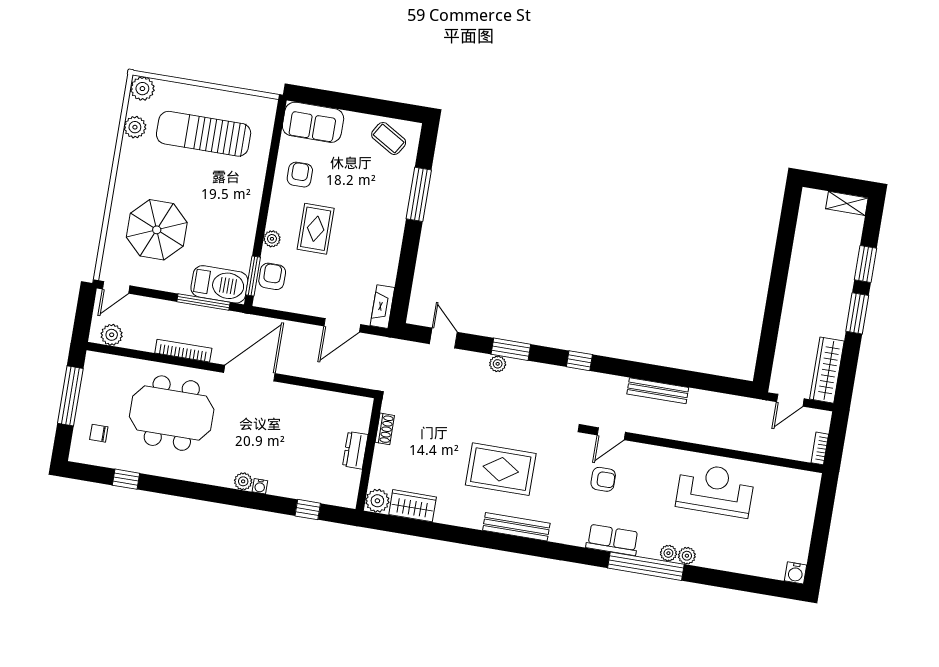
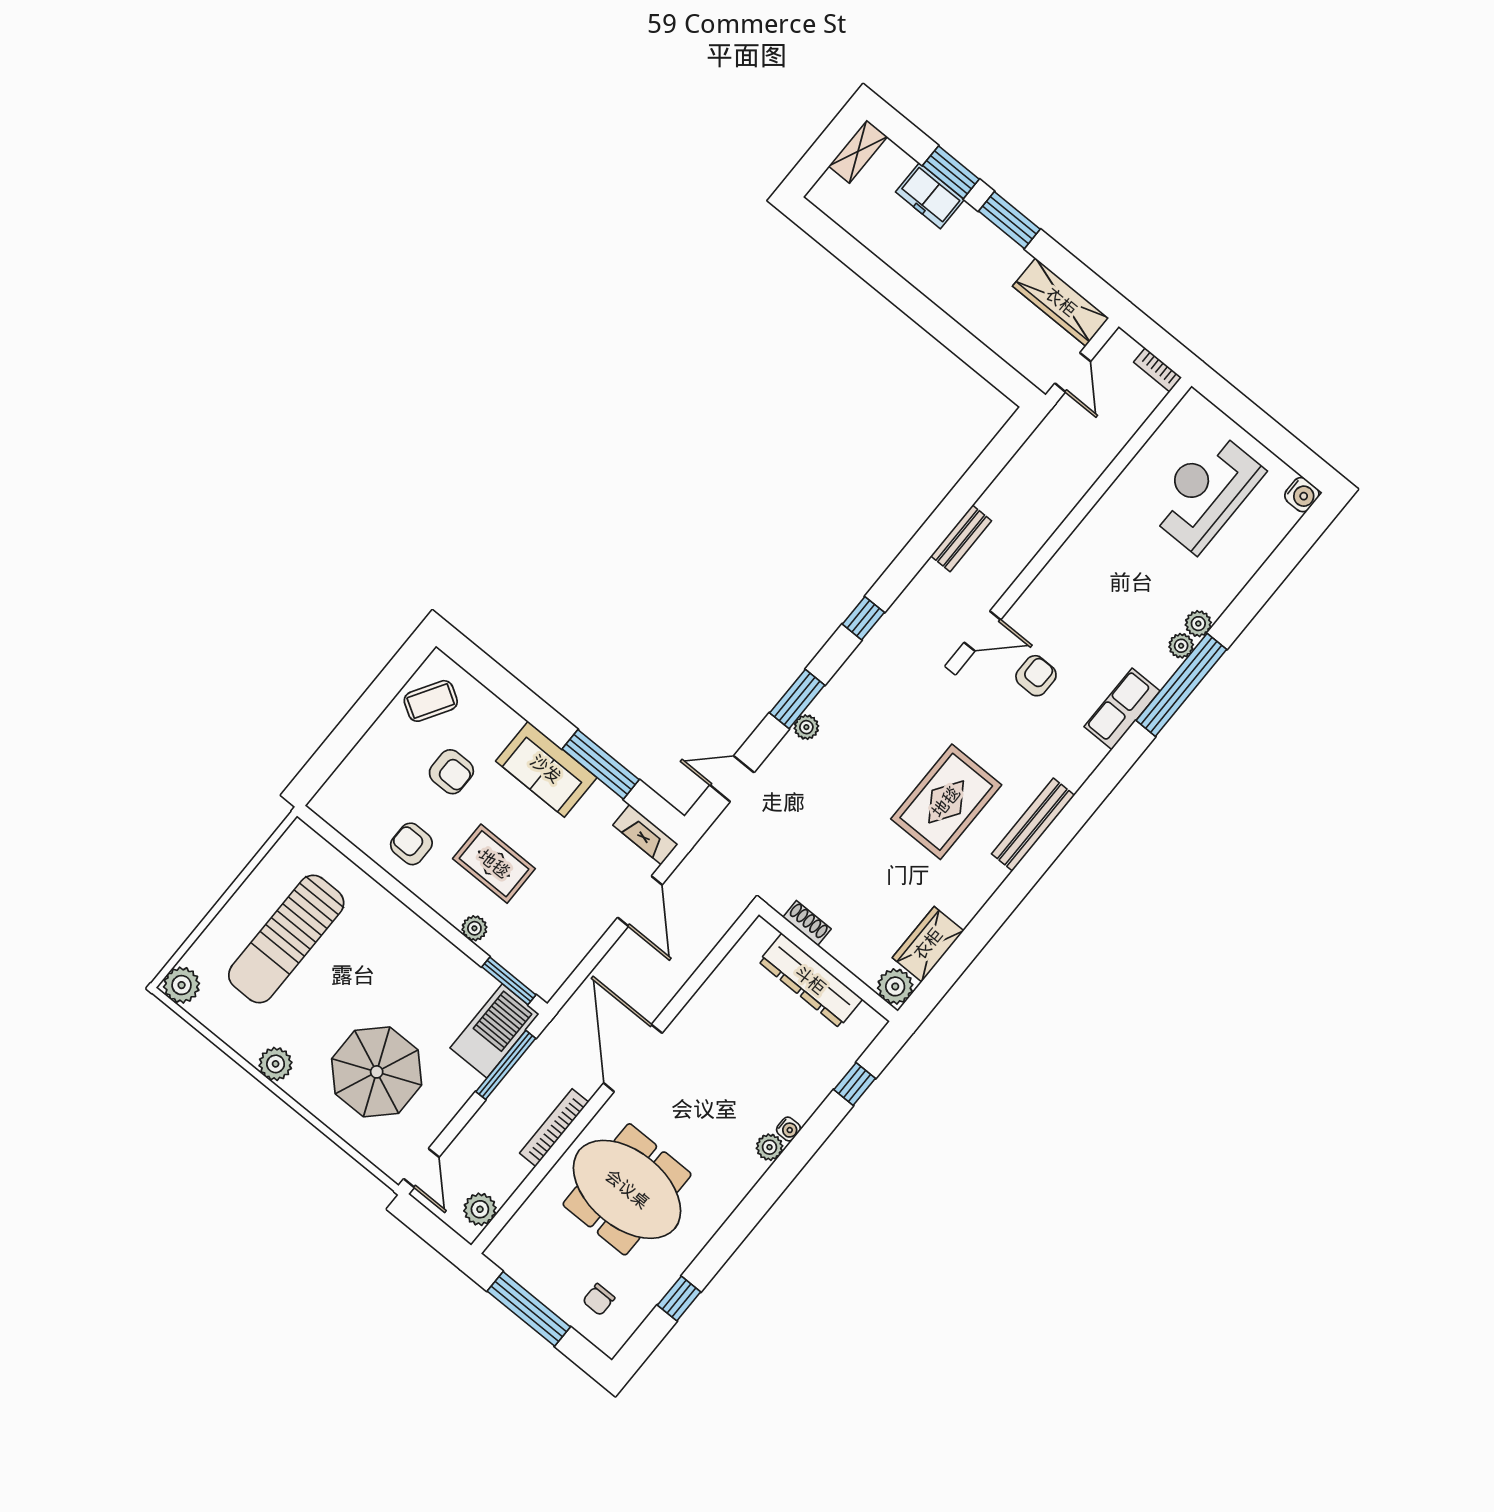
sofa: (313, 122) -> (546, 769), moved, turned 90
plant: (135, 127) -> (276, 1064), moved
window: (419, 194) -> (601, 764), moved
freezer: (845, 260) -> (930, 196), added
armchair: (272, 276) -> (451, 772), moved, turned 180
bench: (658, 391) -> (961, 538), width x0.73
meeting table: (172, 413) -> (627, 1189), turned 90
door: (611, 434) -> (982, 631), hinge flipped
dresser: (355, 450) -> (810, 980), width x1.96, depth x1.24
reception desk: (715, 490) -> (1206, 492), moved

